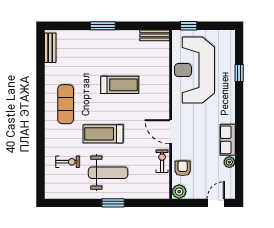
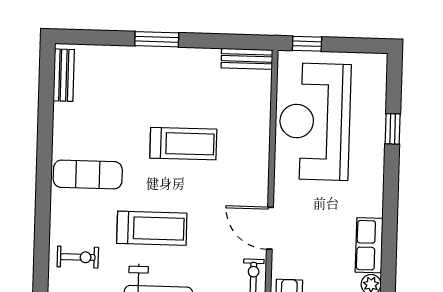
exercise mat: (66, 104) -> (88, 175), turned 90
treadmill: (103, 134) -> (152, 228), turned 180
exercise bike: (68, 162) -> (78, 257), moved

